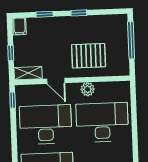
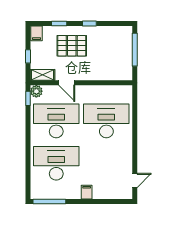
pallet: (89, 56) -> (72, 46), moved
plant: (88, 89) -> (36, 91), moved

